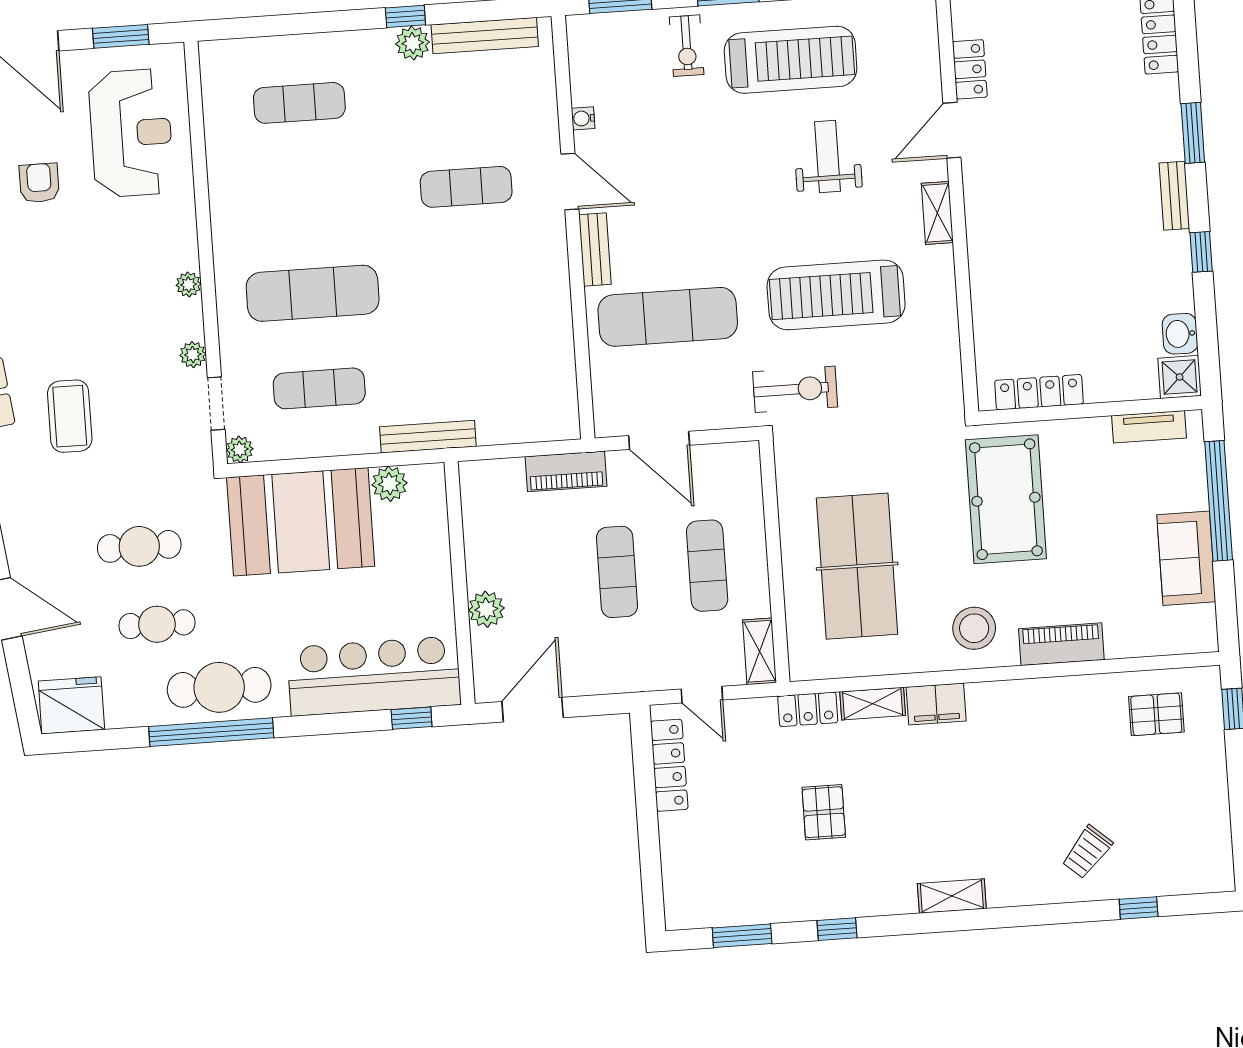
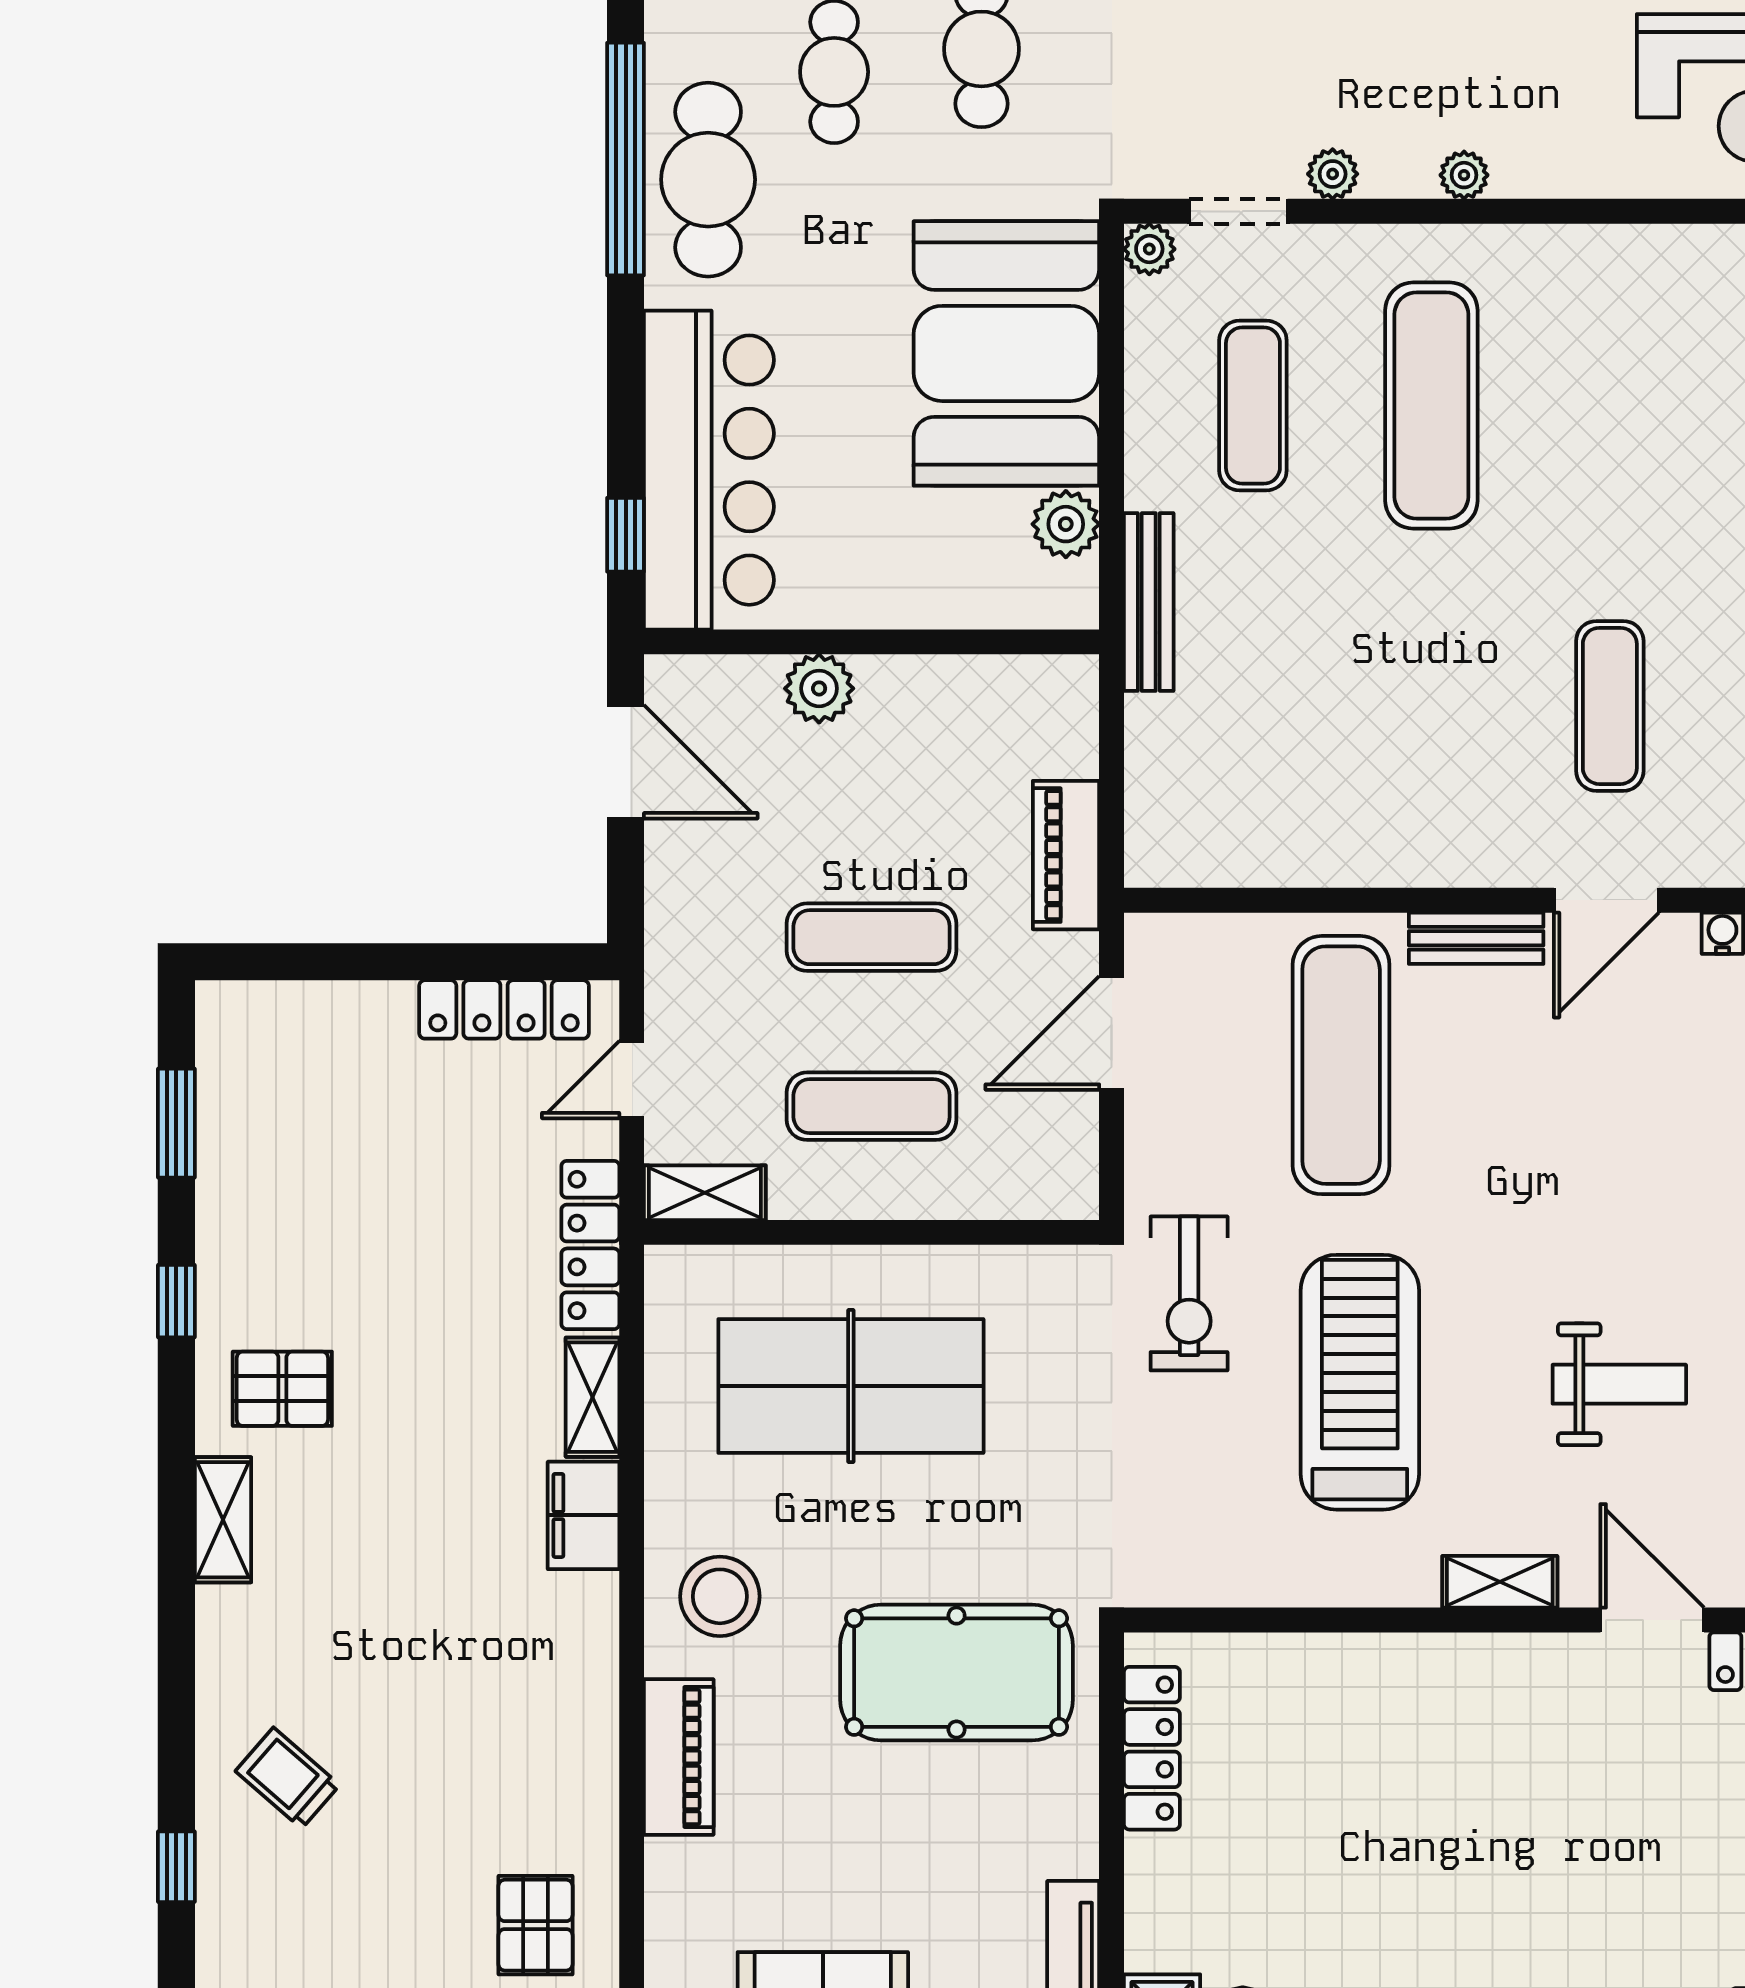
locker: (808, 709) -> (590, 1245), width x1.53
pallet: (824, 812) -> (282, 1389), moved

